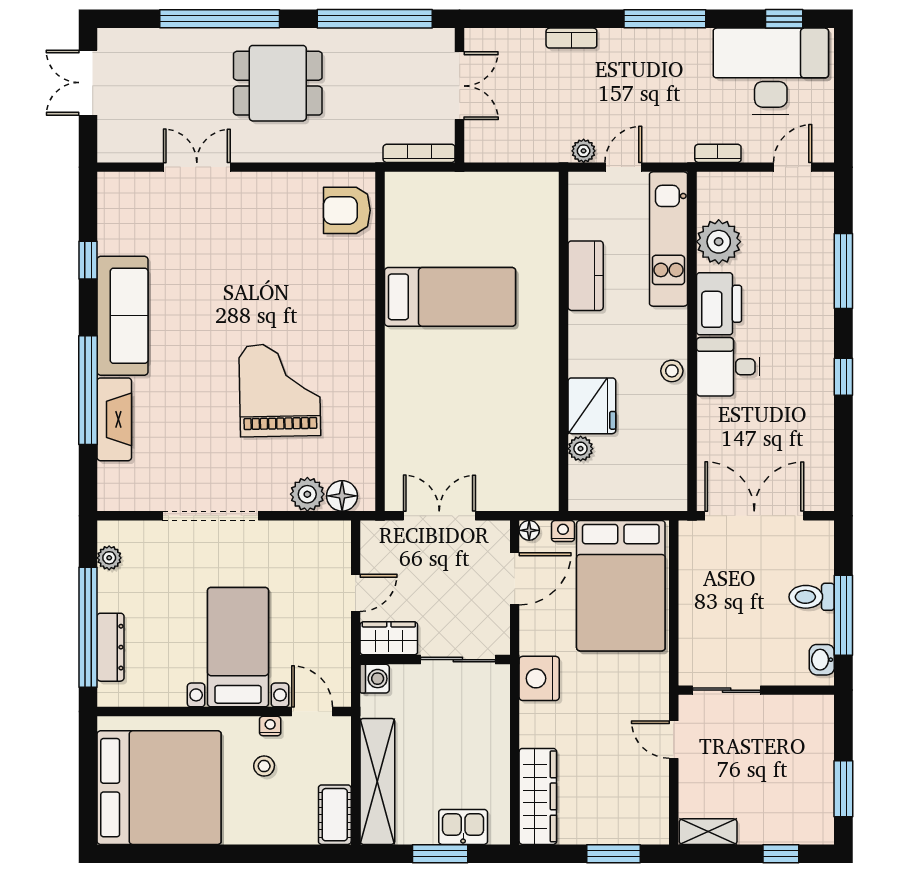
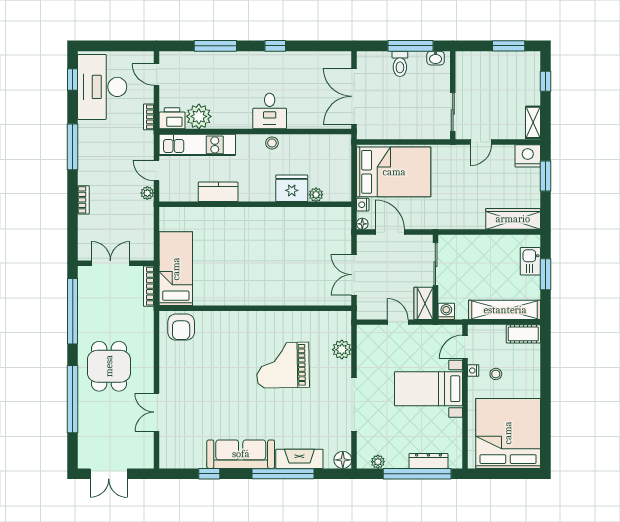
bed: (450, 297) -> (176, 269), moved
printer: (719, 304) -> (172, 118), moved, width x0.73, depth x0.84
floor lamp: (342, 496) -> (343, 460), moved
nightstand: (539, 678) -> (528, 156), moved, turned 180

